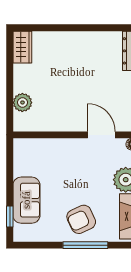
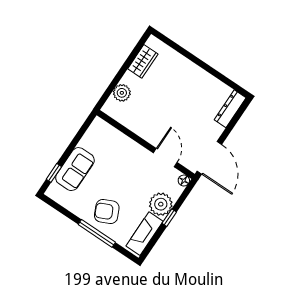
wardrobe: (22, 47) -> (143, 61), moved

